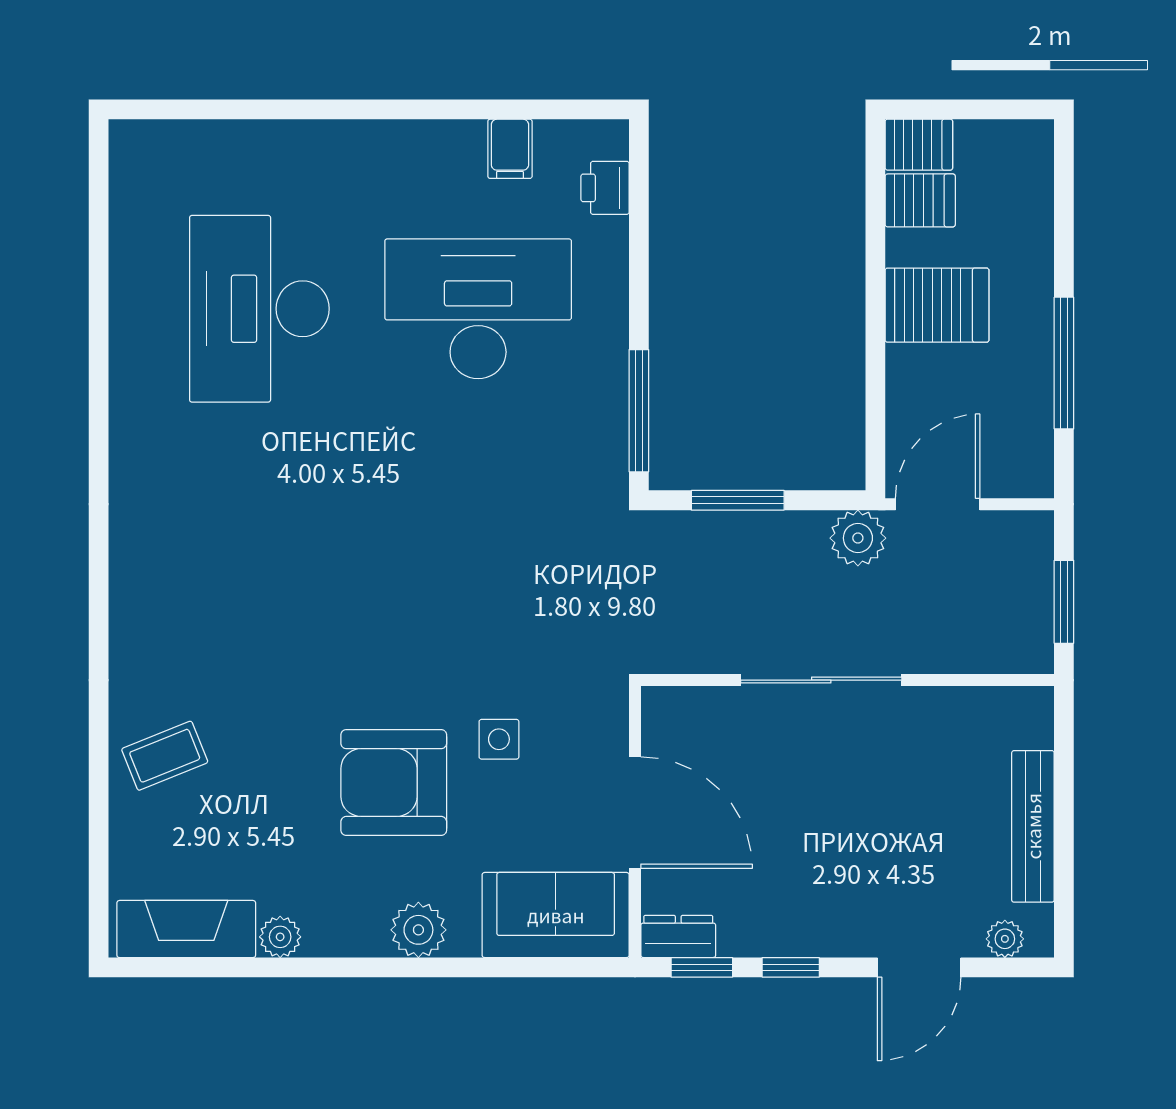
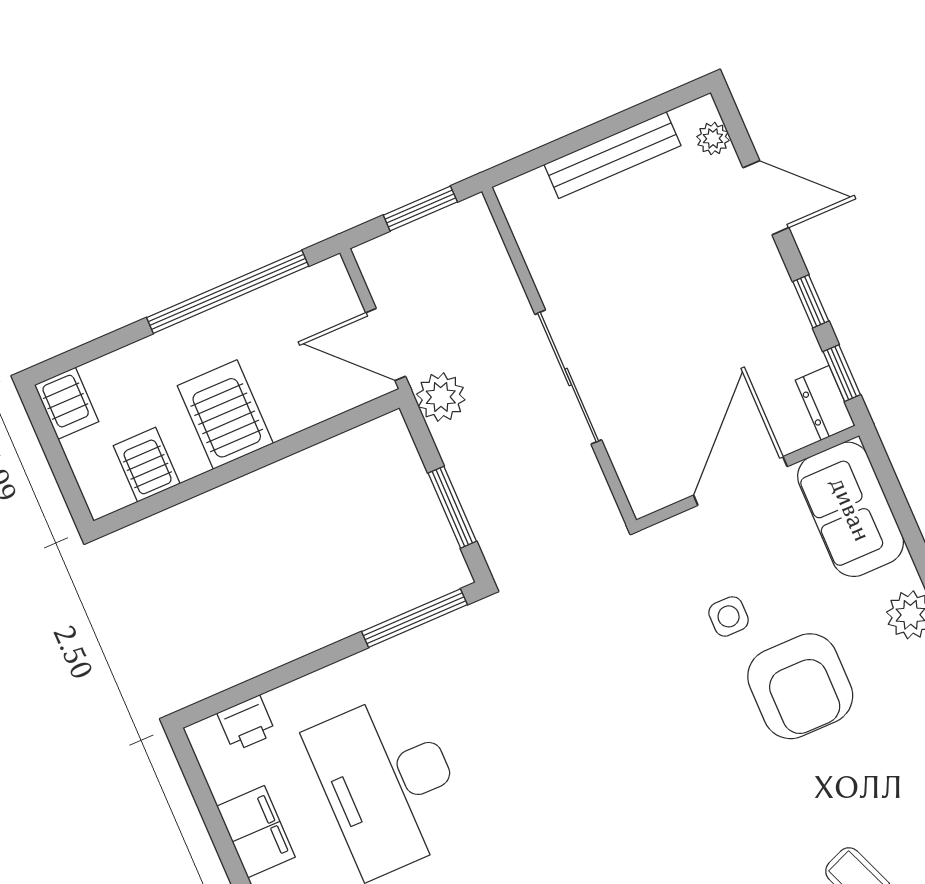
server rack: (919, 145) -> (67, 403), moved, turned 180
filing cabinet: (510, 149) -> (256, 832), width x2.00
window: (1064, 363) -> (228, 292), width x1.46

